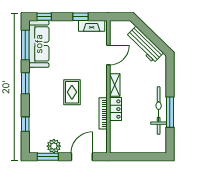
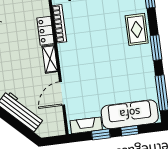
window: (44, 17) -> (130, 131), moved
sofa: (39, 44) -> (130, 114), moved, turned 90
rug: (72, 92) -> (137, 29), moved

